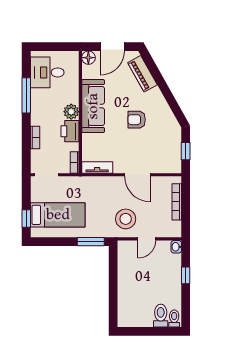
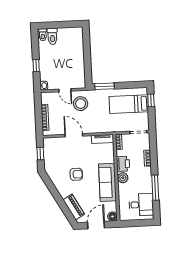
door: (147, 239) -> (65, 90), swing flipped

